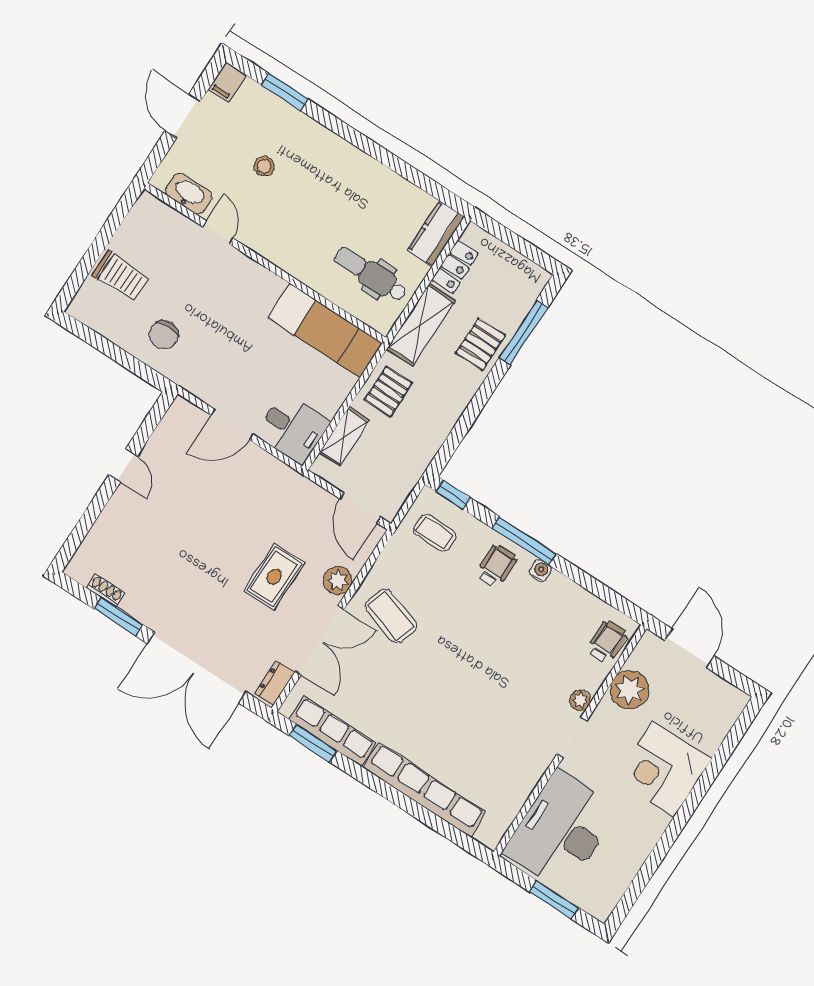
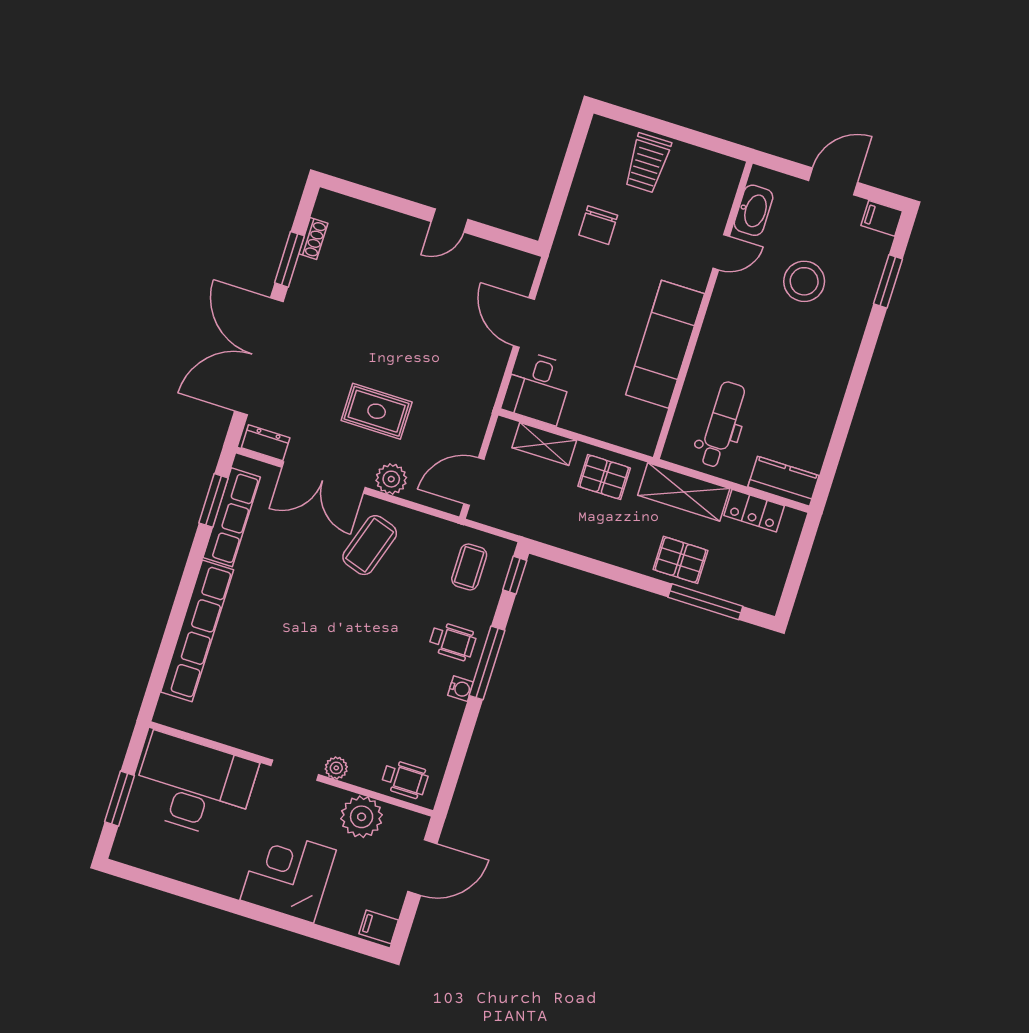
stool: (264, 166) -> (804, 281), width x1.89, depth x1.89
exam couch: (325, 330) -> (665, 344), moved
chair: (164, 335) -> (598, 225), turned -90
filing cabinet: (731, 702) -> (379, 927), added

